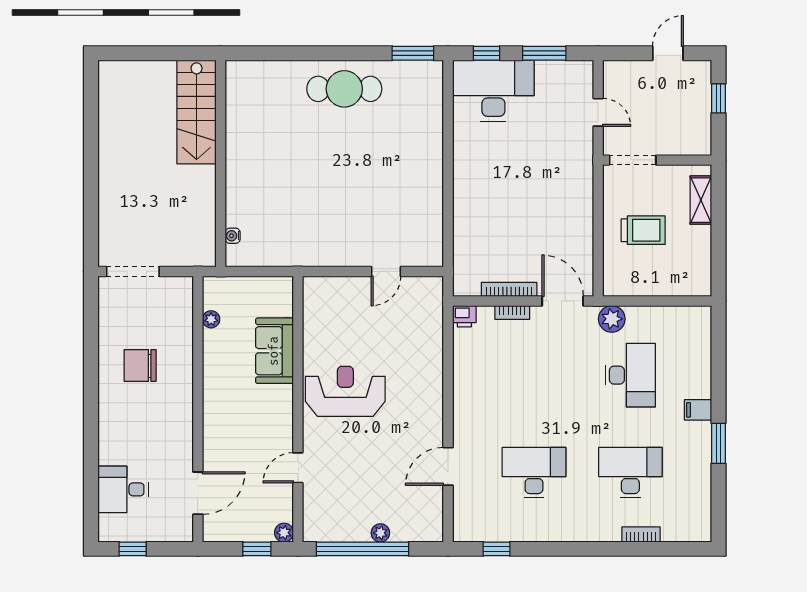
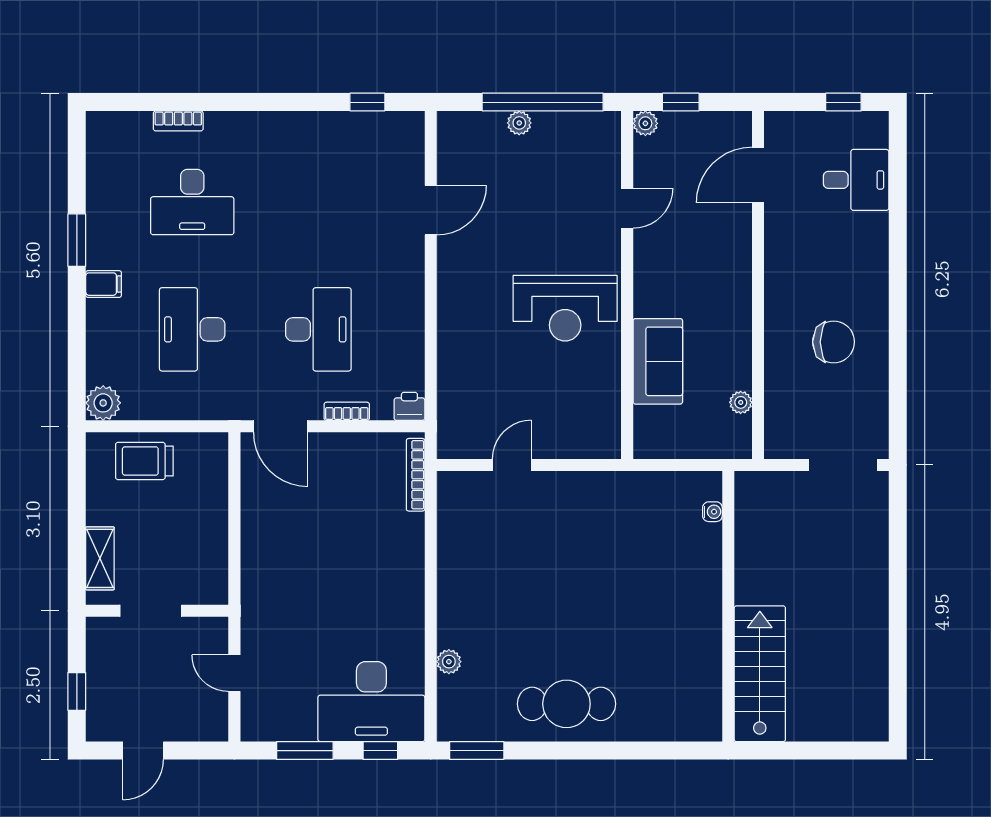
plant: (434, 121) -> (449, 662), added
doorway: (633, 160) -> (151, 611), moved
trolley: (643, 230) -> (144, 461), moved
bookcase: (509, 289) -> (416, 475), moved, turned 90
plant: (612, 319) -> (103, 403), moved
desk: (534, 472) -> (318, 329), moved, turned -90

